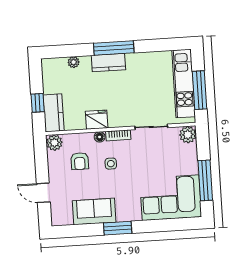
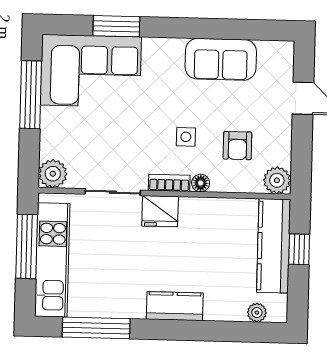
window: (114, 48) -> (96, 328), moved
plant: (74, 62) -> (257, 313), moved
kitchen counter: (54, 113) -> (274, 246), width x1.50
fridge: (97, 120) -> (160, 211), moved
armchair: (80, 161) -> (237, 146), turned 180
window: (118, 228) -> (116, 26), moved

